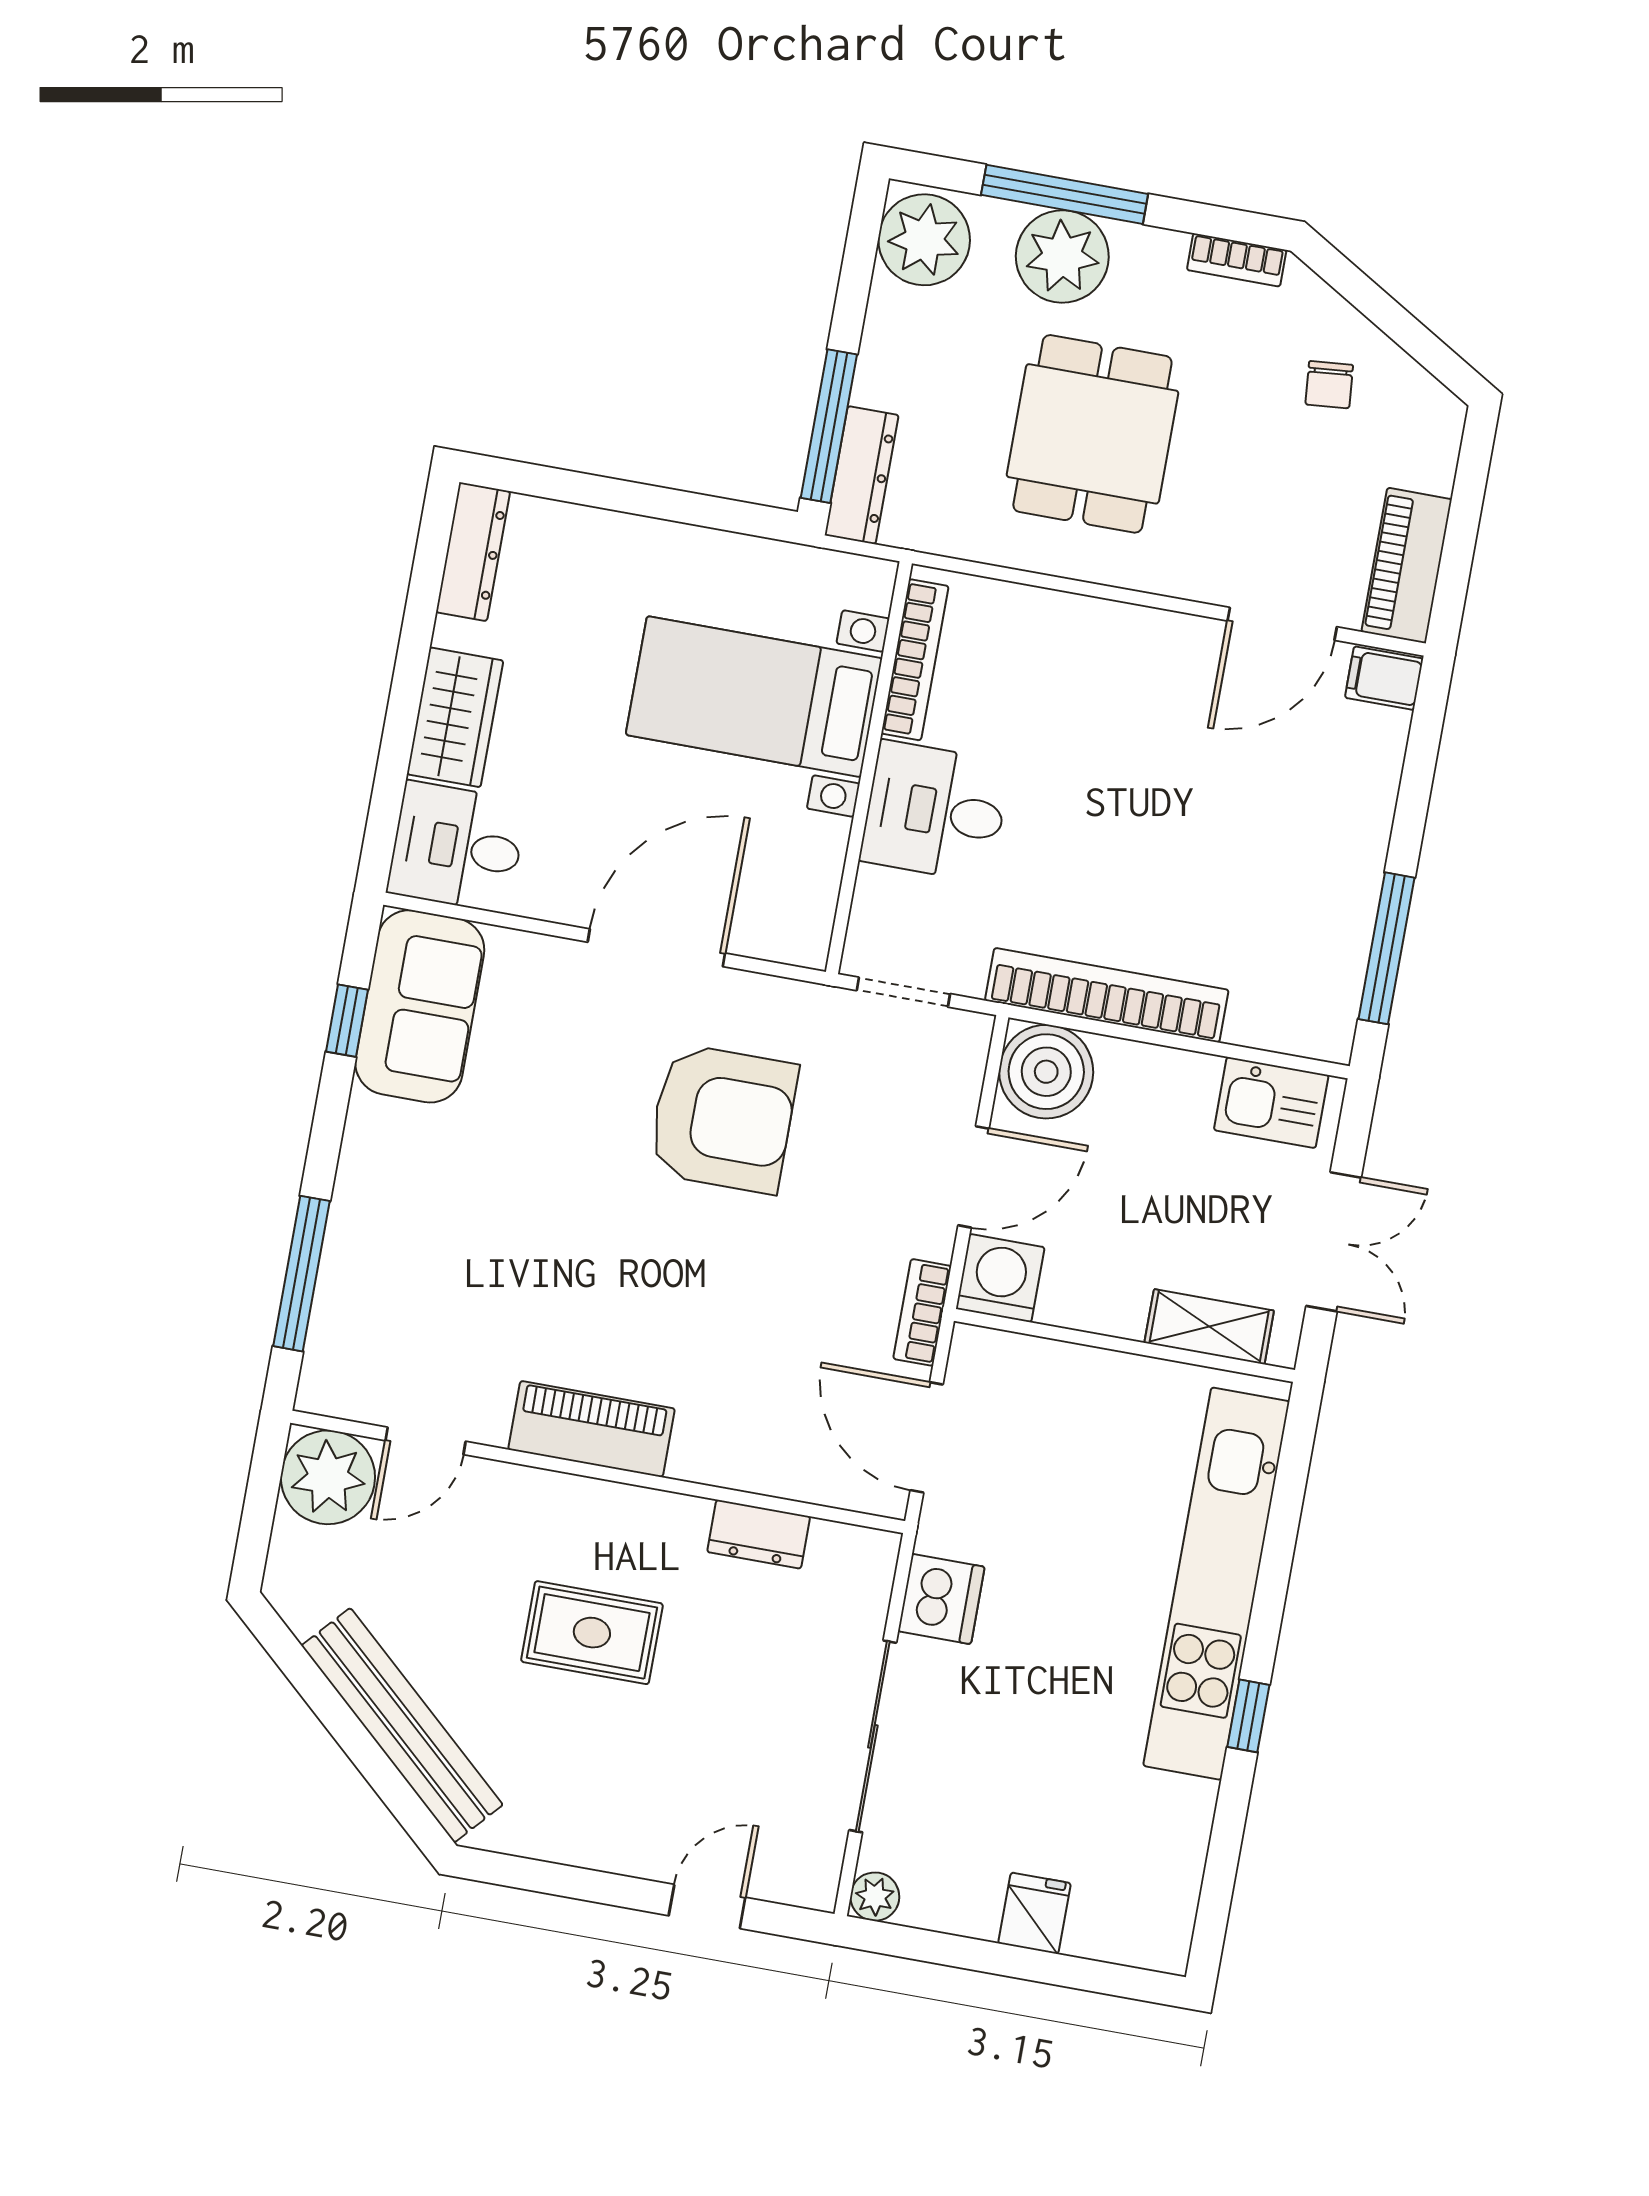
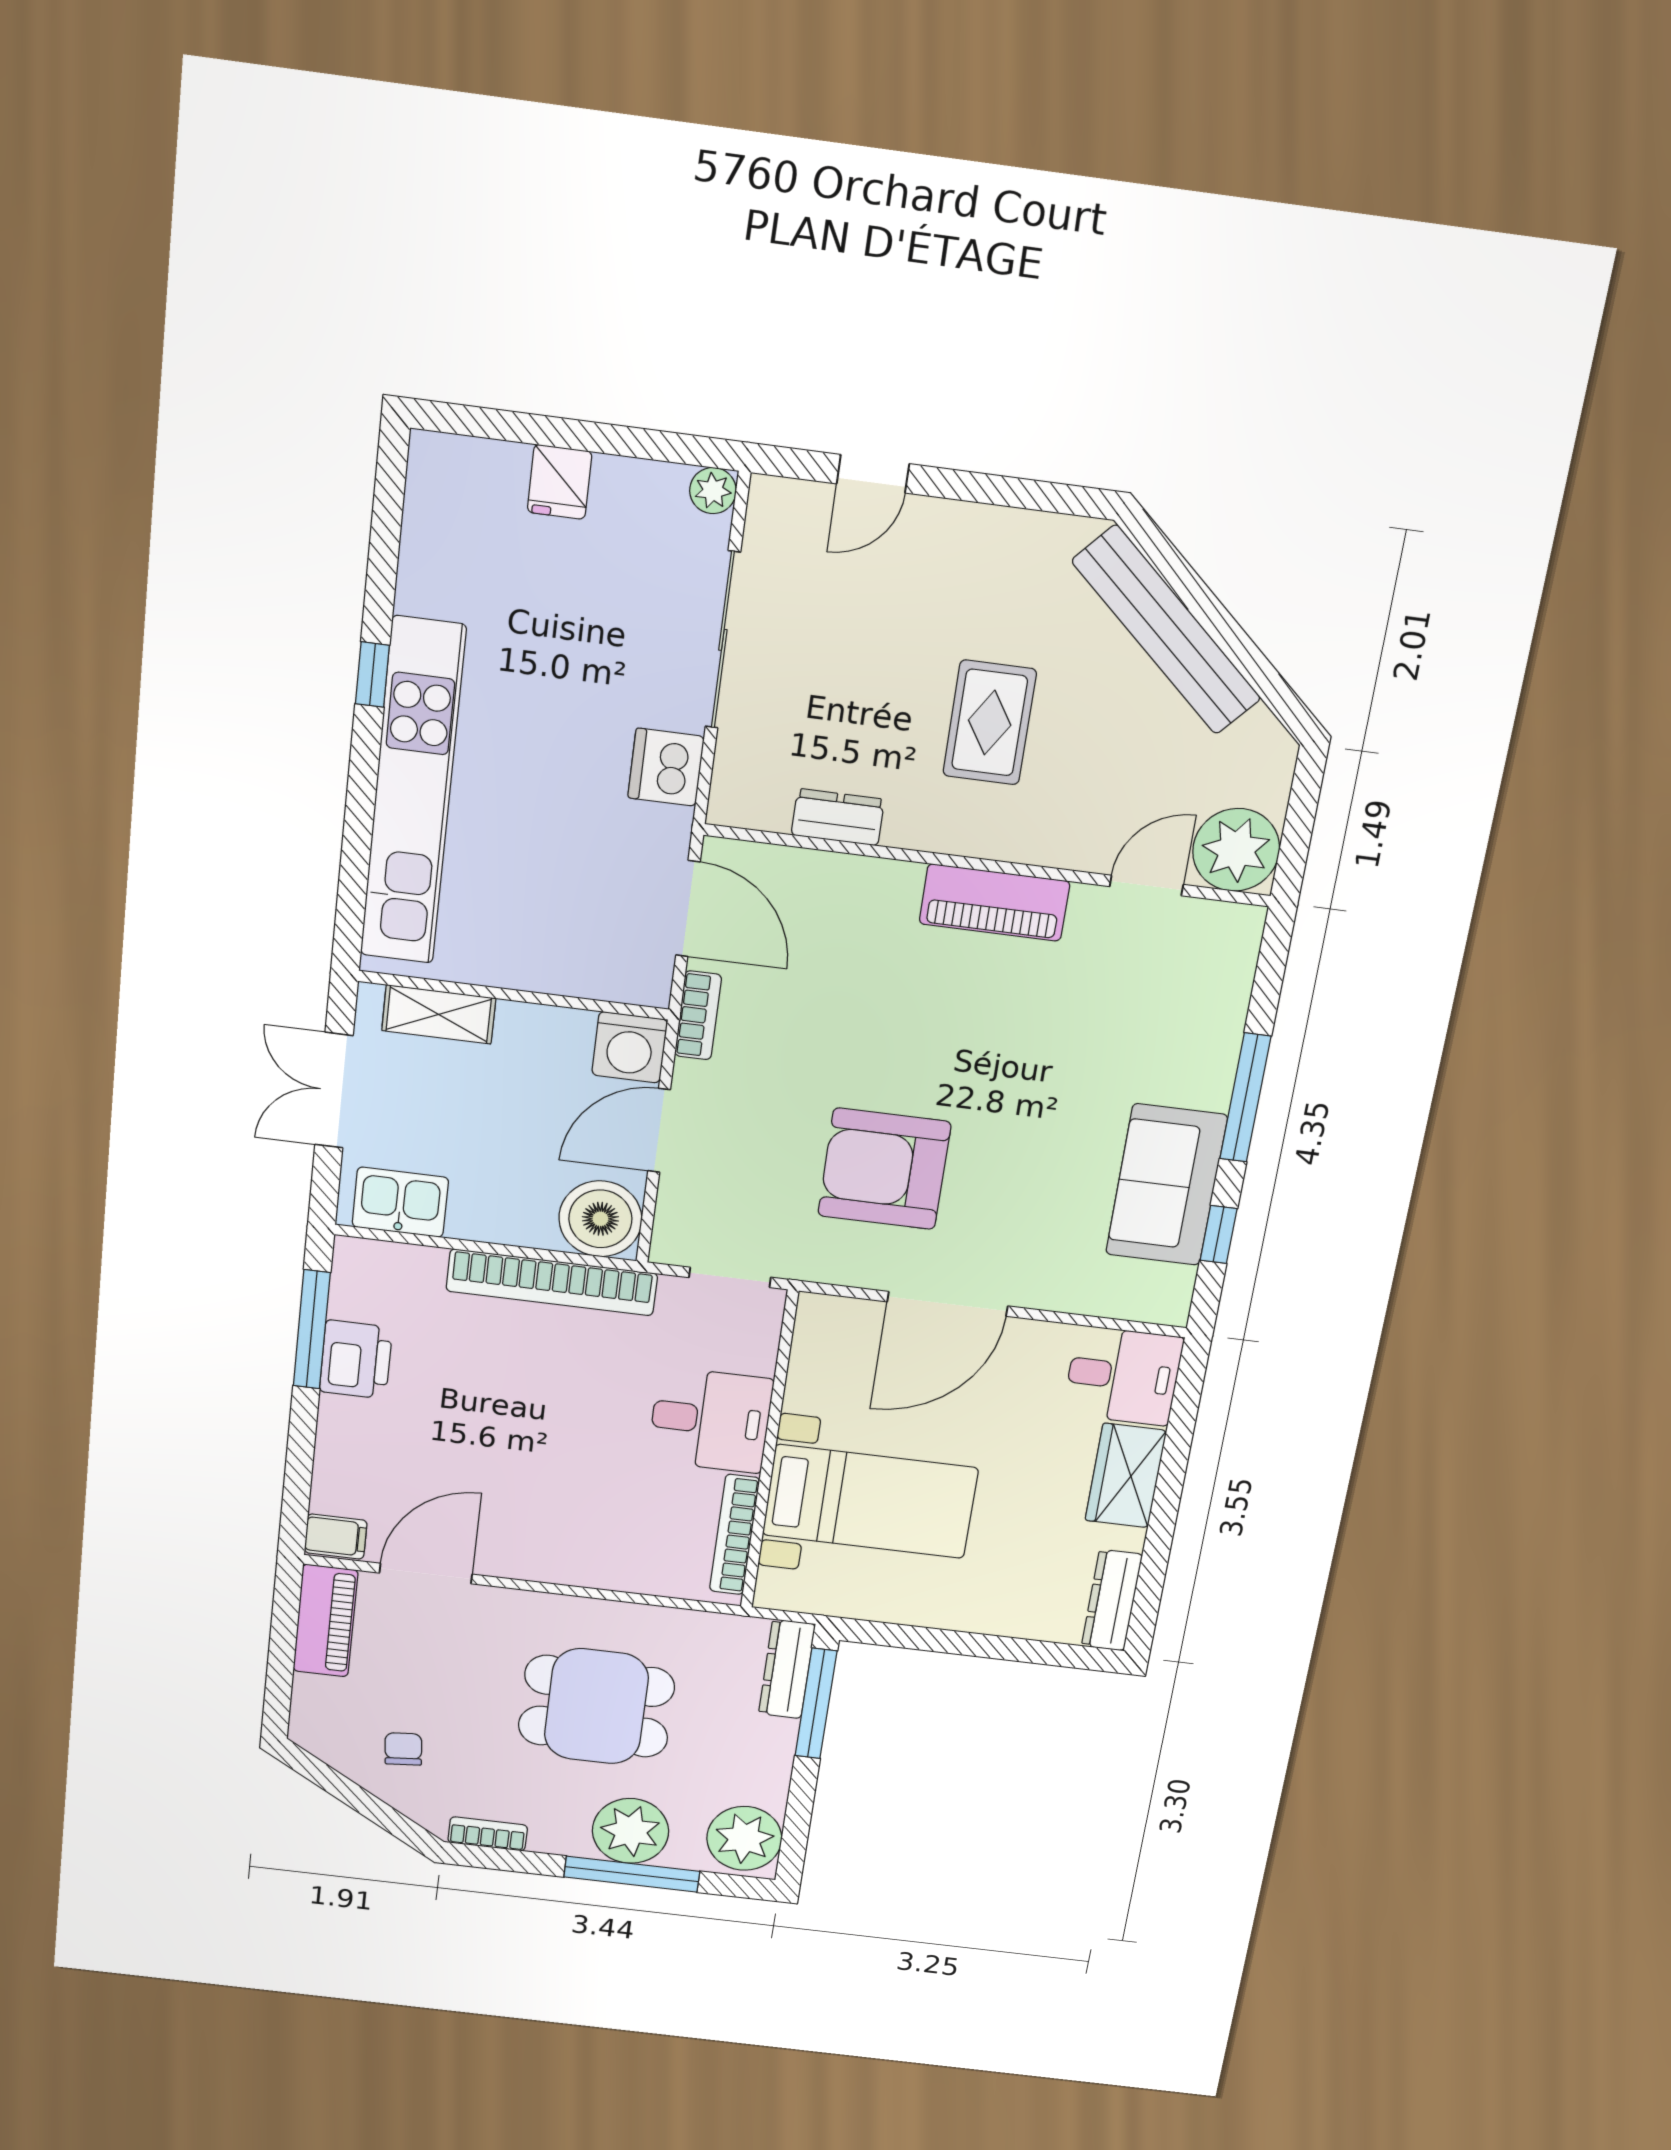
dining table: (1092, 434) -> (596, 1706), turned 90
printer: (1339, 908) -> (356, 1360), added
sofa: (420, 1006) -> (1166, 1185), moved
window: (301, 1274) -> (1245, 1098), moved
rug: (592, 1633) -> (990, 723), turned 90

